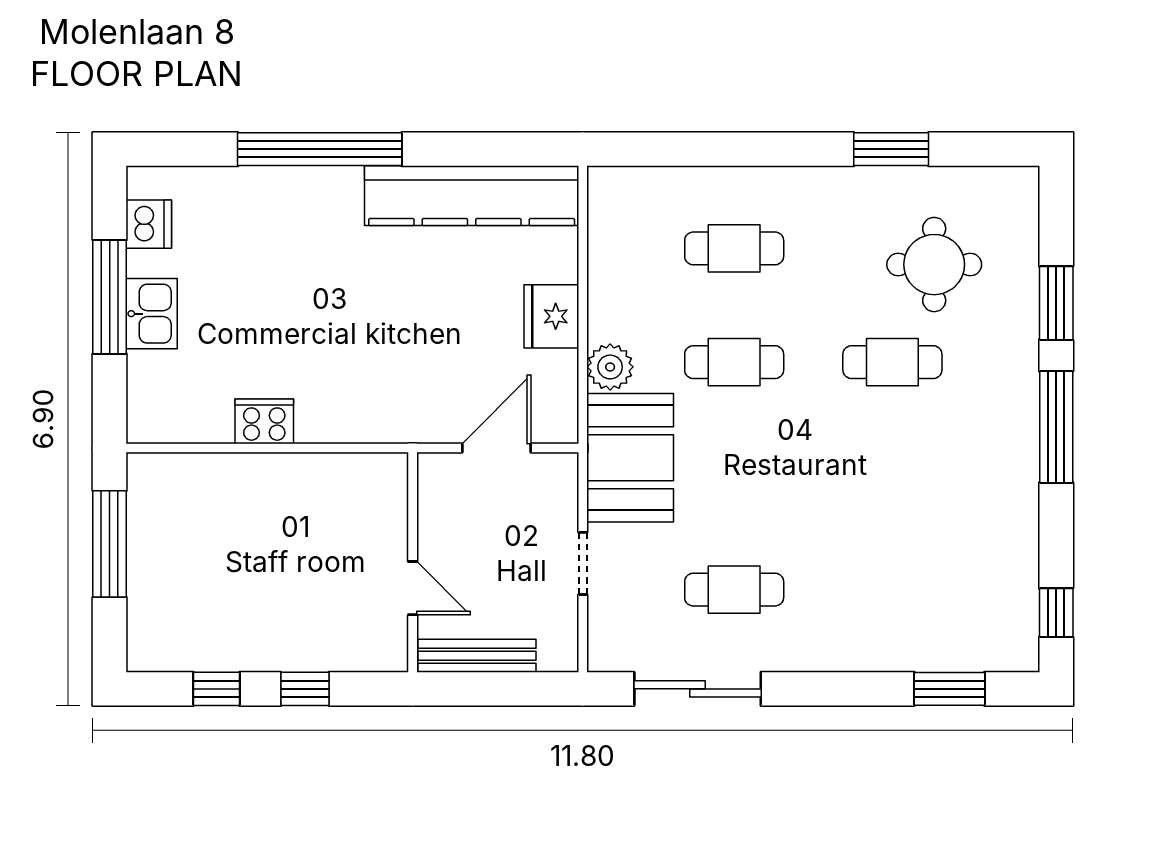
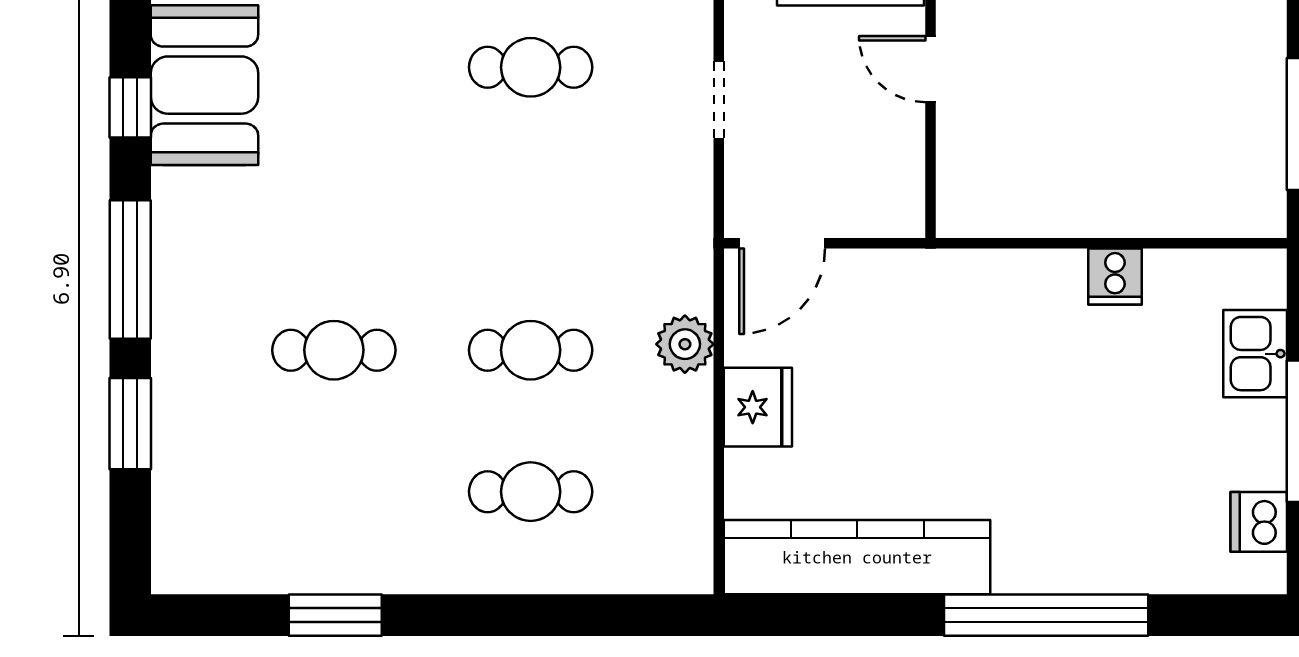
round table: (934, 265) -> (282, 472), removed
kitchen sink: (152, 314) -> (1255, 354), moved
cooker: (264, 421) -> (1115, 277), width x0.73
door: (496, 448) -> (782, 243), moved
booth: (630, 458) -> (204, 85), moved
window: (1056, 613) -> (130, 107), moved

